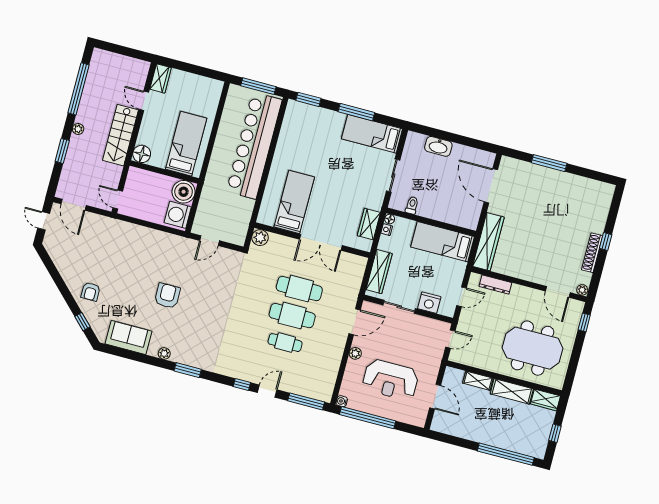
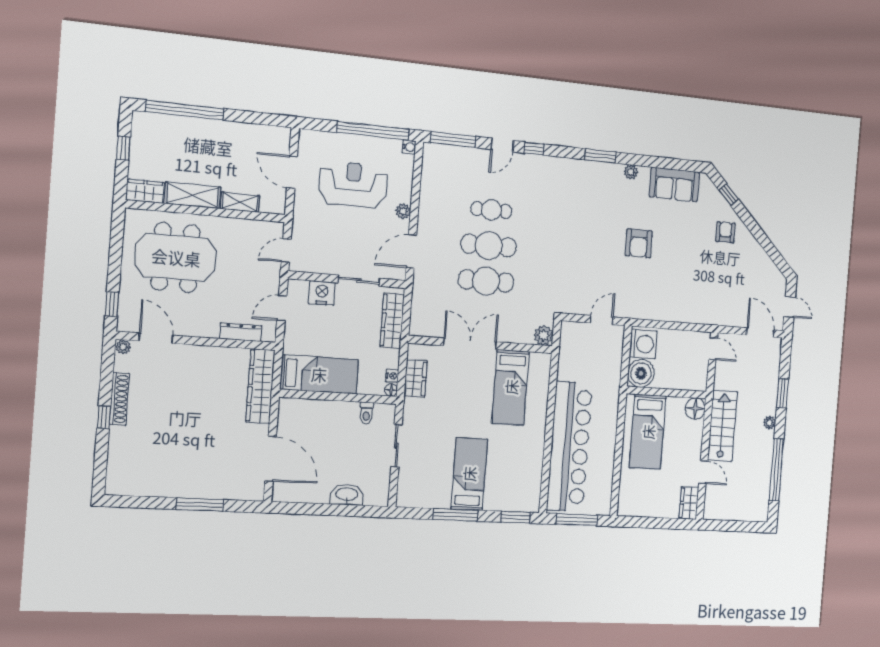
bed: (372, 134) -> (469, 474), moved, turned -90

